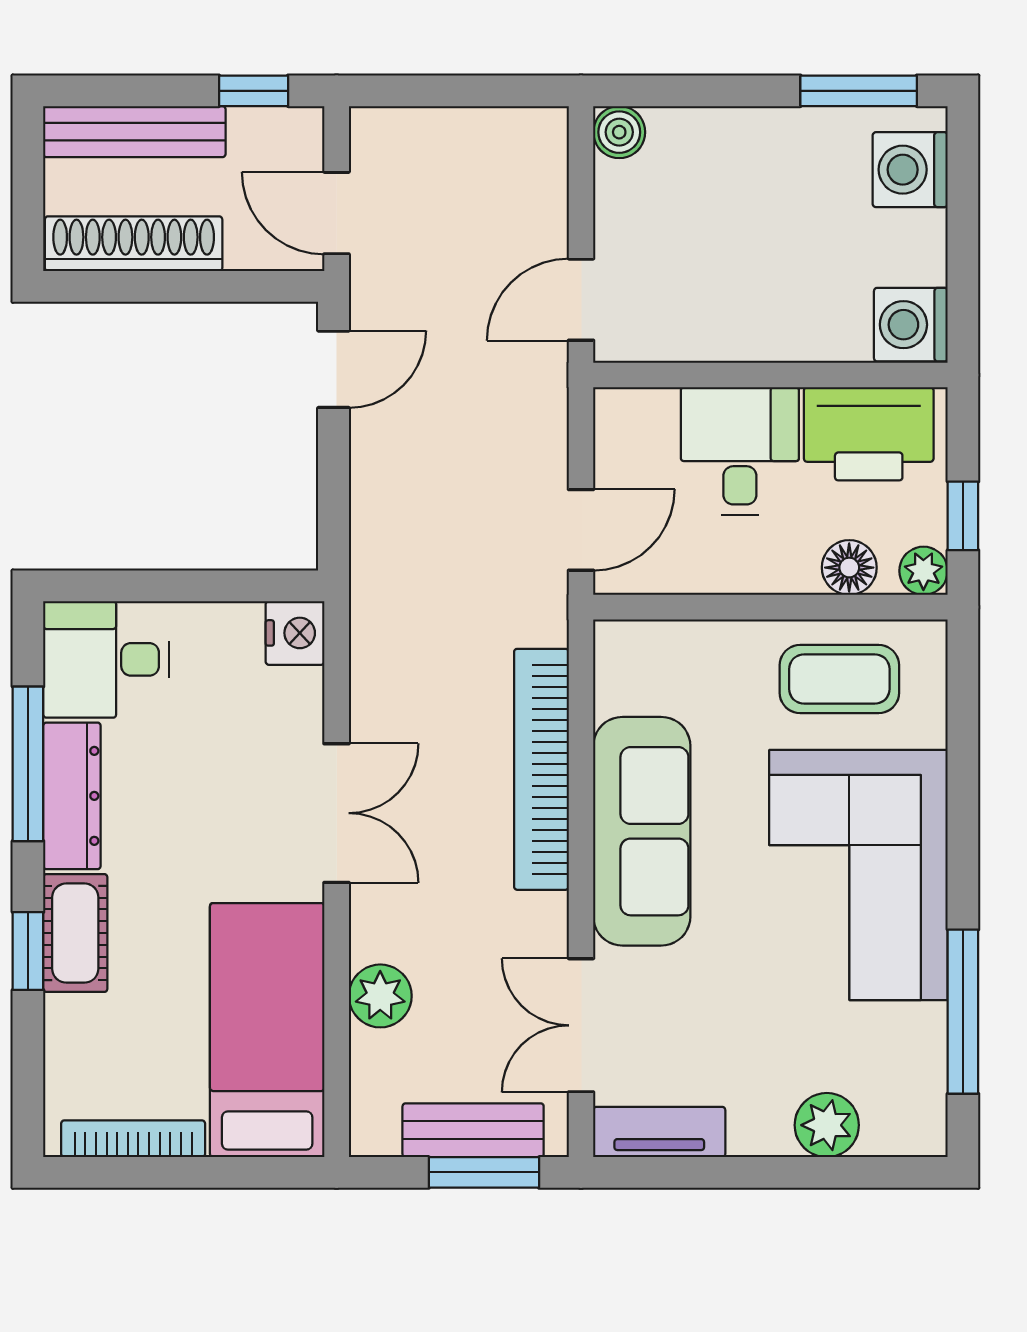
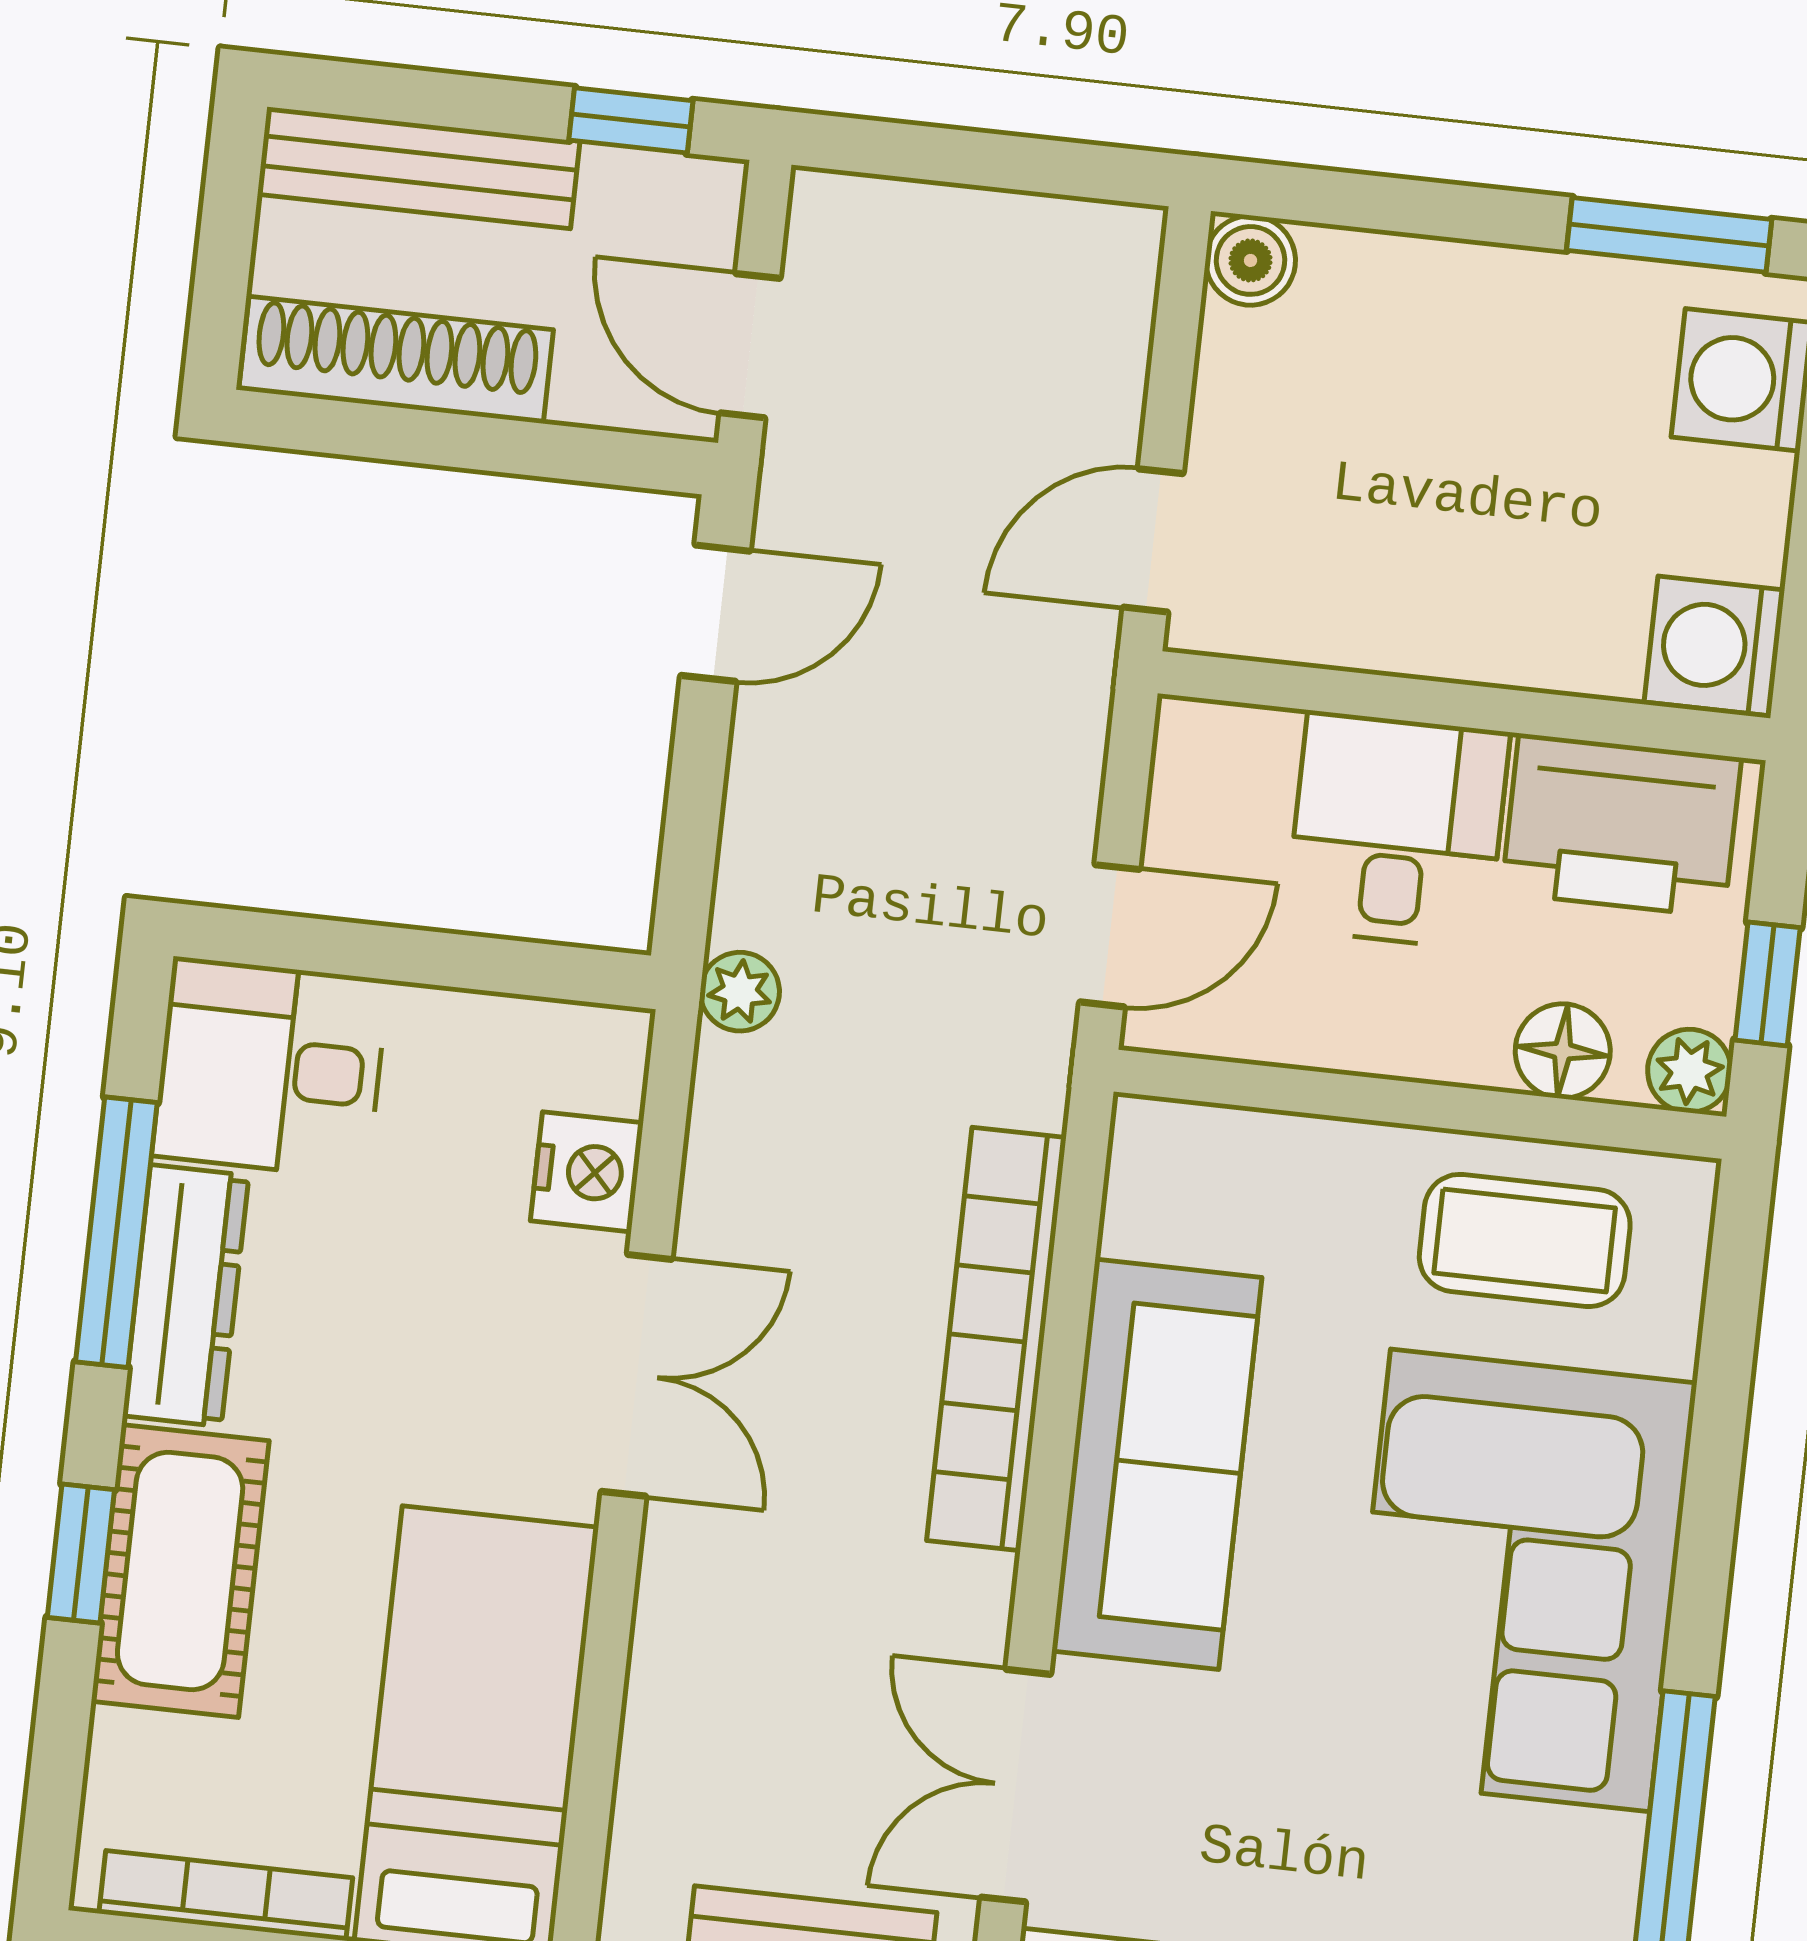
nightstand: (295, 633) -> (587, 1172), moved
cot: (75, 933) -> (180, 1571), width x1.37, depth x1.34
plant: (380, 996) -> (740, 992), moved, width x0.73, depth x0.73

